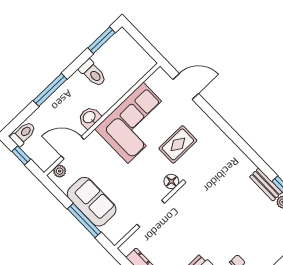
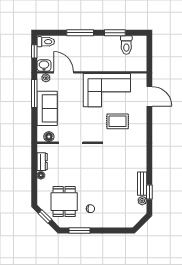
window: (101, 40) -> (115, 33), moved
toilet: (93, 73) -> (126, 45), moved
washbasin: (89, 118) -> (44, 65), moved
floor lamp: (171, 181) -> (49, 137), moved
window: (84, 220) -> (34, 93), moved

